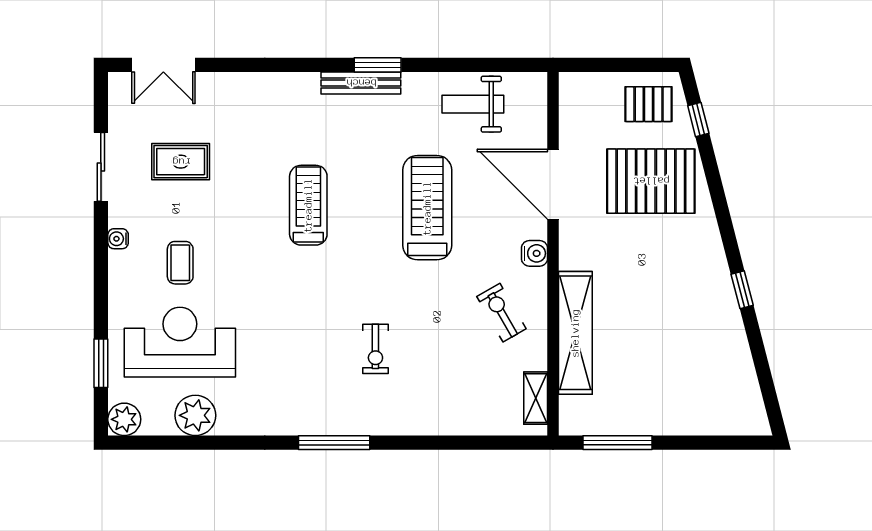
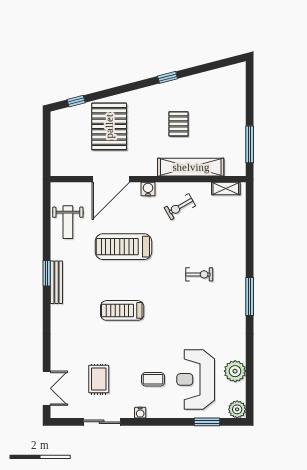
pallet: (649, 104) -> (179, 124), moved

